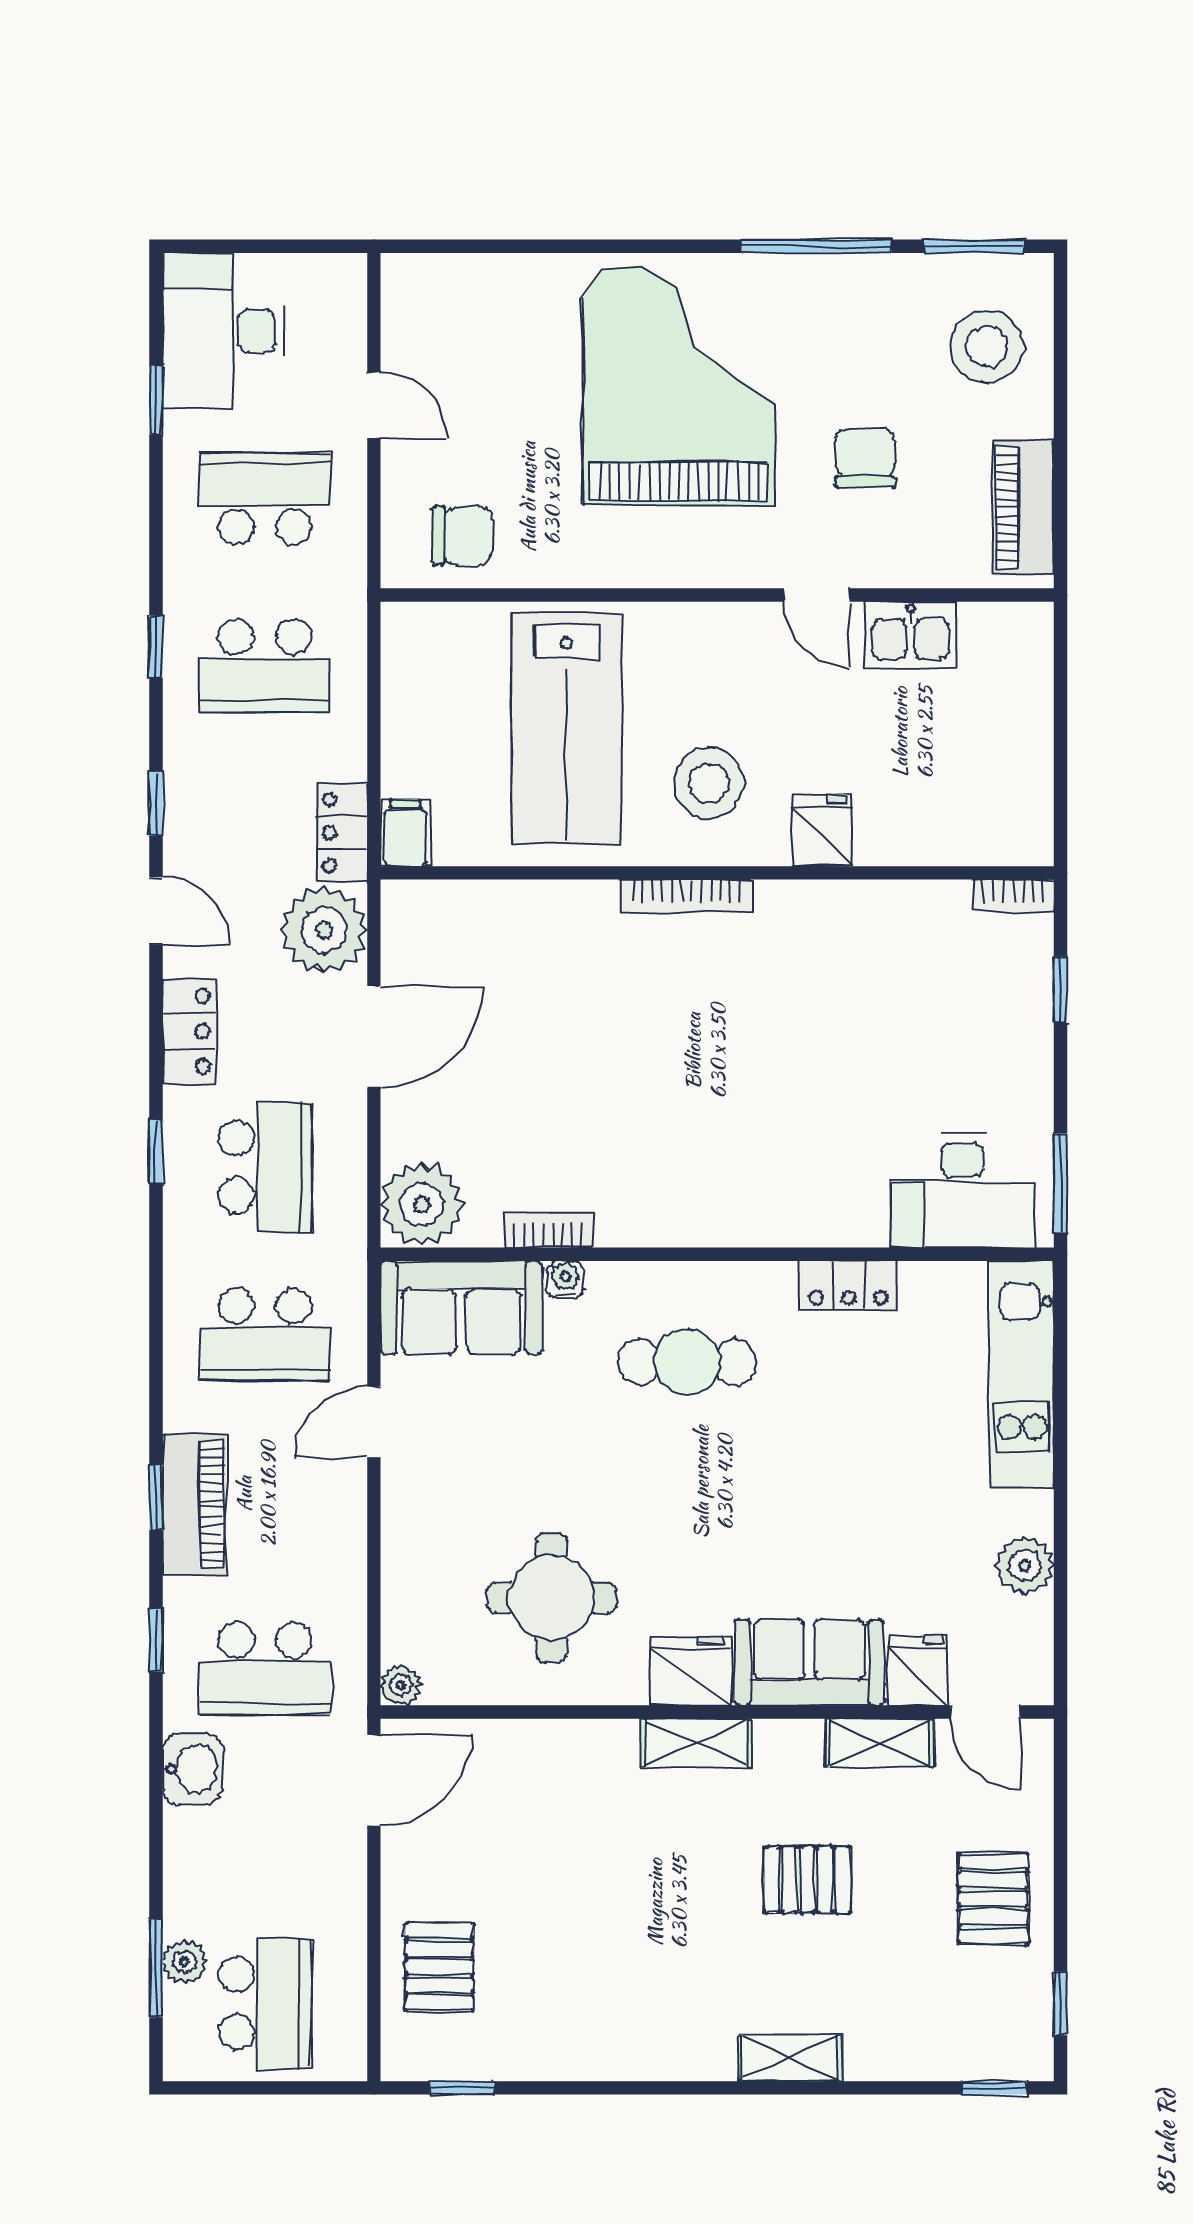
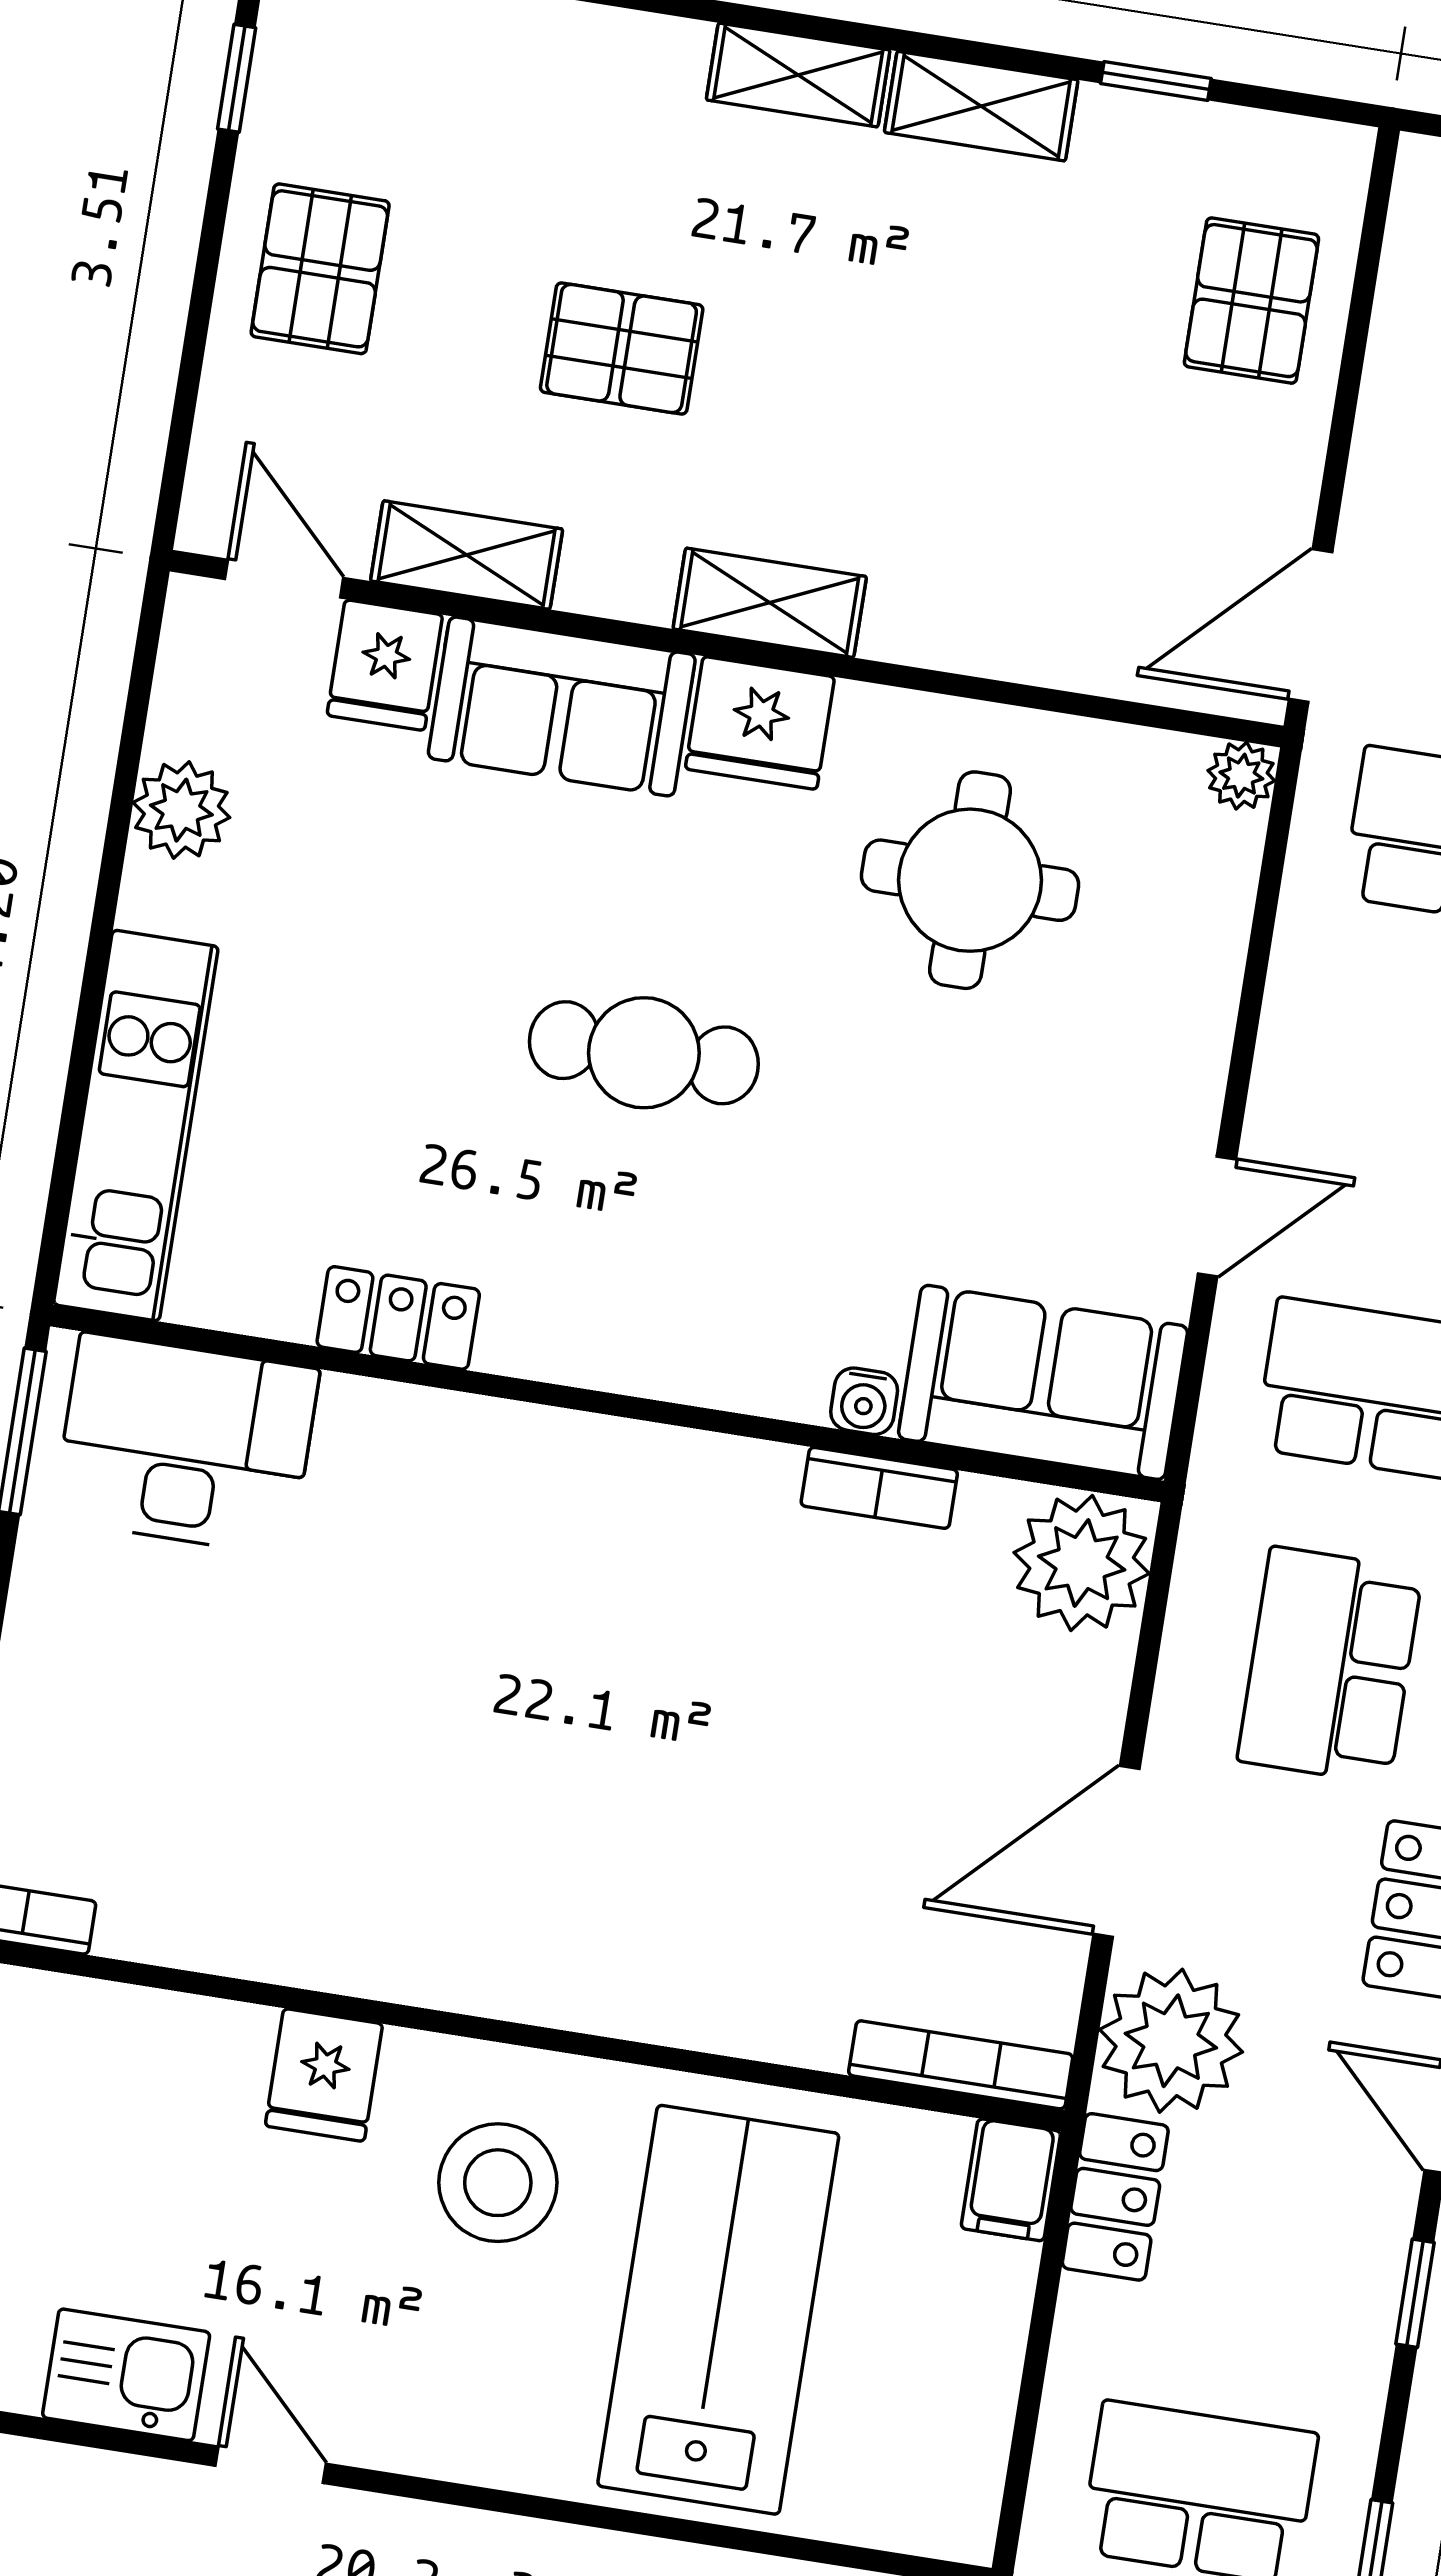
bookcase: (687, 896) -> (961, 2065), moved
cafe table: (687, 1362) -> (644, 1053), moved
shelving: (617, 2057) -> (981, 106), added
shelving: (790, 2058) -> (798, 75), moved
window: (462, 2088) -> (1156, 81), moved

